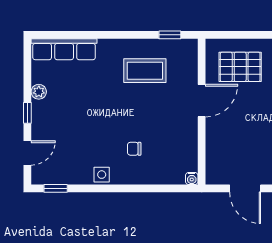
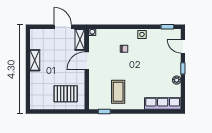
coffee table: (145, 71) -> (118, 92), turned 90
door: (202, 101) -> (87, 61), moved
door: (27, 153) -> (183, 46), hinge flipped
shelving: (214, 165) -> (80, 40), added

